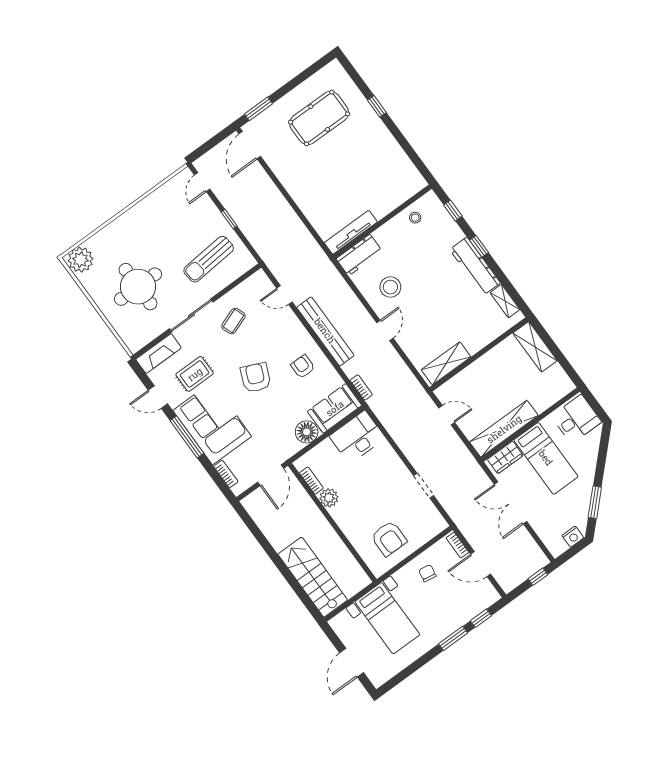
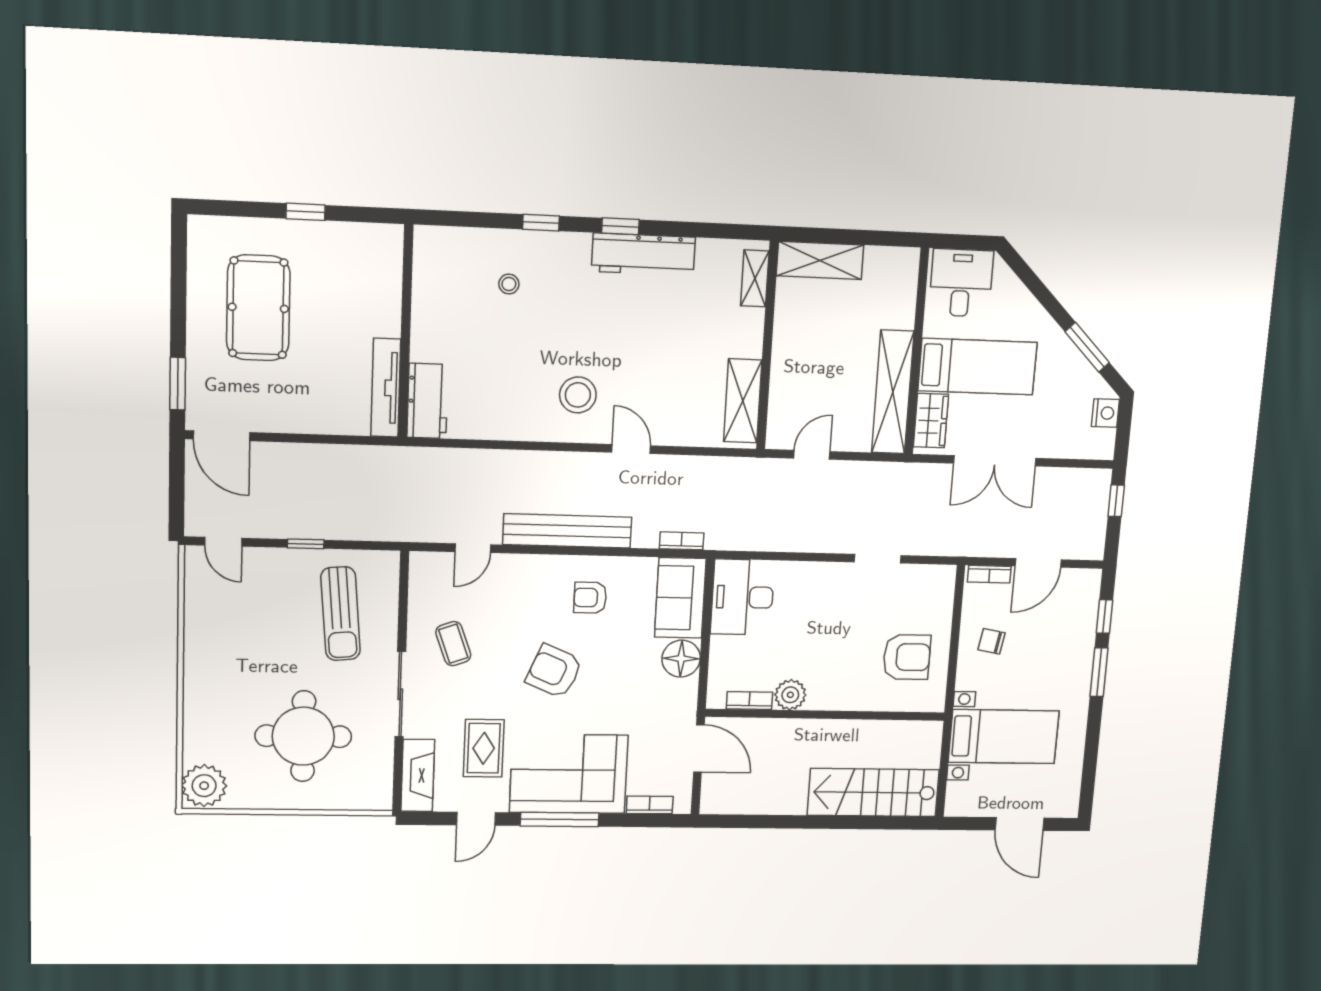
wall: (382, 222) -> (406, 332), moved
tv unit: (351, 232) -> (386, 388), moved
workbench: (359, 255) -> (427, 401), moved
shelving: (505, 301) -> (755, 278), moved, turned 90

